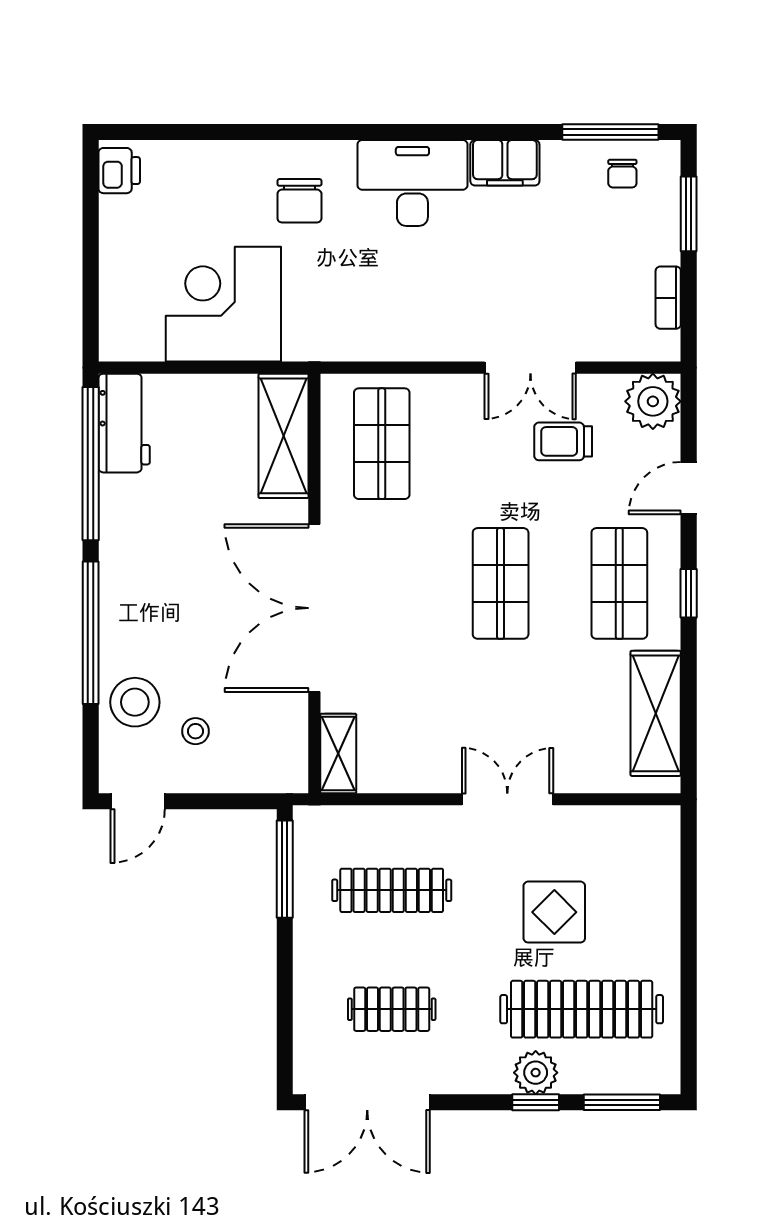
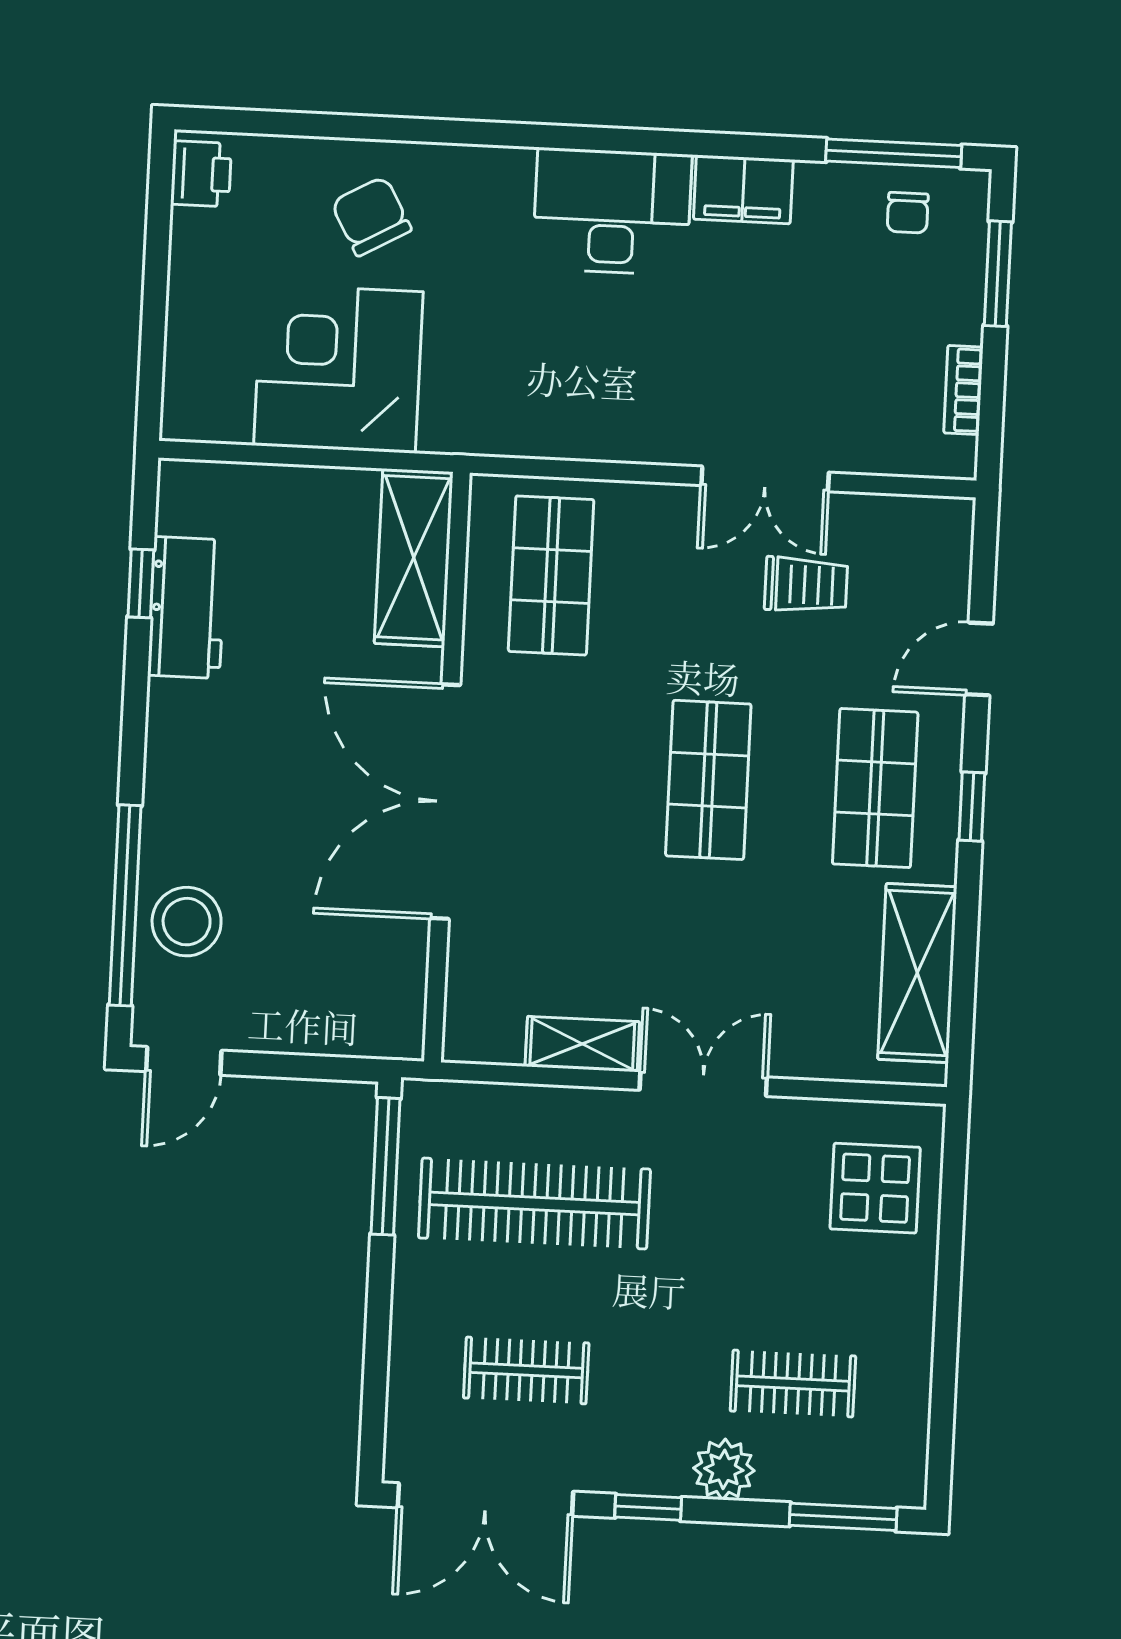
chair: (299, 201) -> (371, 216), moved, turned 151
plant: (653, 401) -> (935, 535), removed
workbench: (124, 423) -> (187, 608), moved
trolley: (563, 441) -> (806, 585), turned 180
window: (91, 464) -> (141, 583), width x0.32
window: (91, 633) -> (125, 905), moved
stool: (196, 731) -> (270, 966), removed
shelving: (338, 754) -> (582, 1044), moved, turned 90
clothes rail: (392, 890) -> (534, 1204), width x1.37, depth x1.31
display table: (554, 912) -> (875, 1188), moved
clothes rail: (582, 1009) -> (793, 1384), width x0.54, depth x0.76
window: (536, 1102) -> (648, 1507), moved

